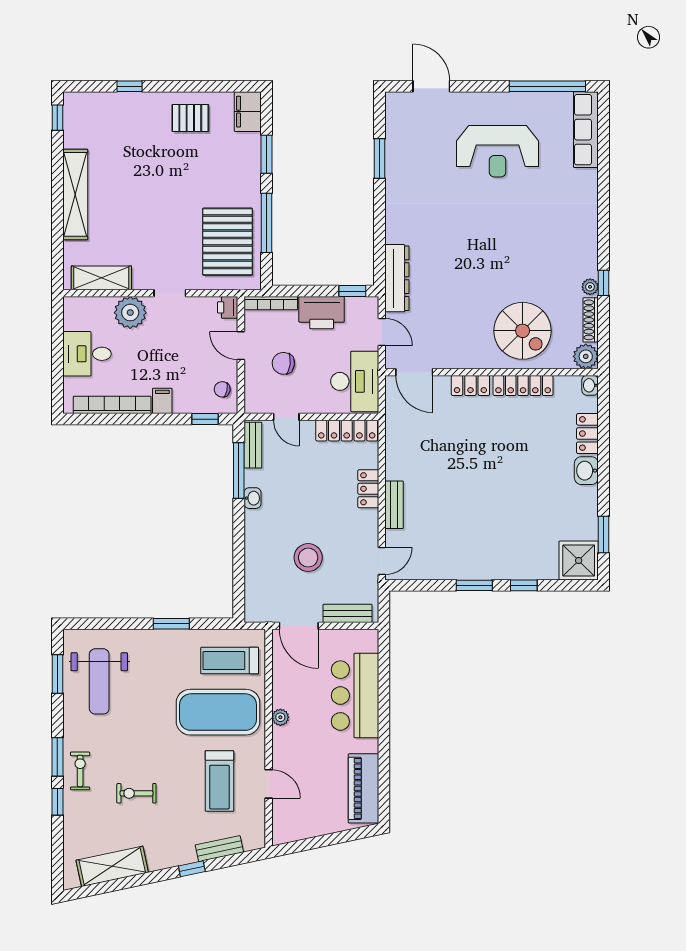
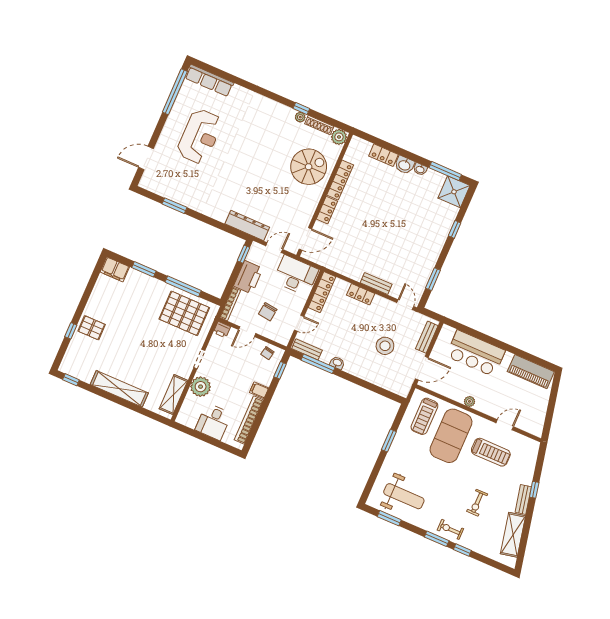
pallet: (190, 118) -> (92, 328), moved, turned 90
washbasin: (590, 385) -> (420, 169), moved
window: (604, 535) -> (445, 171), width x1.44
window: (474, 585) -> (433, 279), moved
bench: (219, 849) -> (523, 499), moved

